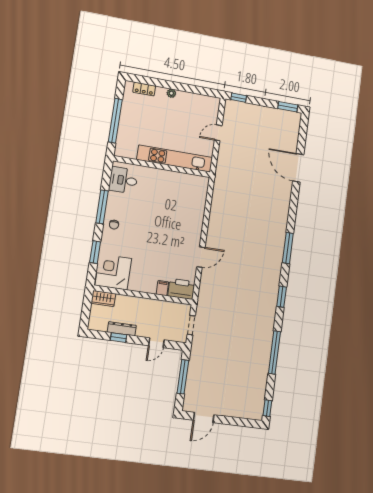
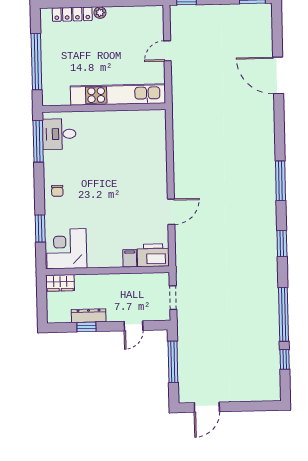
locker: (144, 89) -> (72, 14), width x1.53
window: (102, 207) -> (38, 141), moved
window: (267, 408) -> (285, 359), moved

